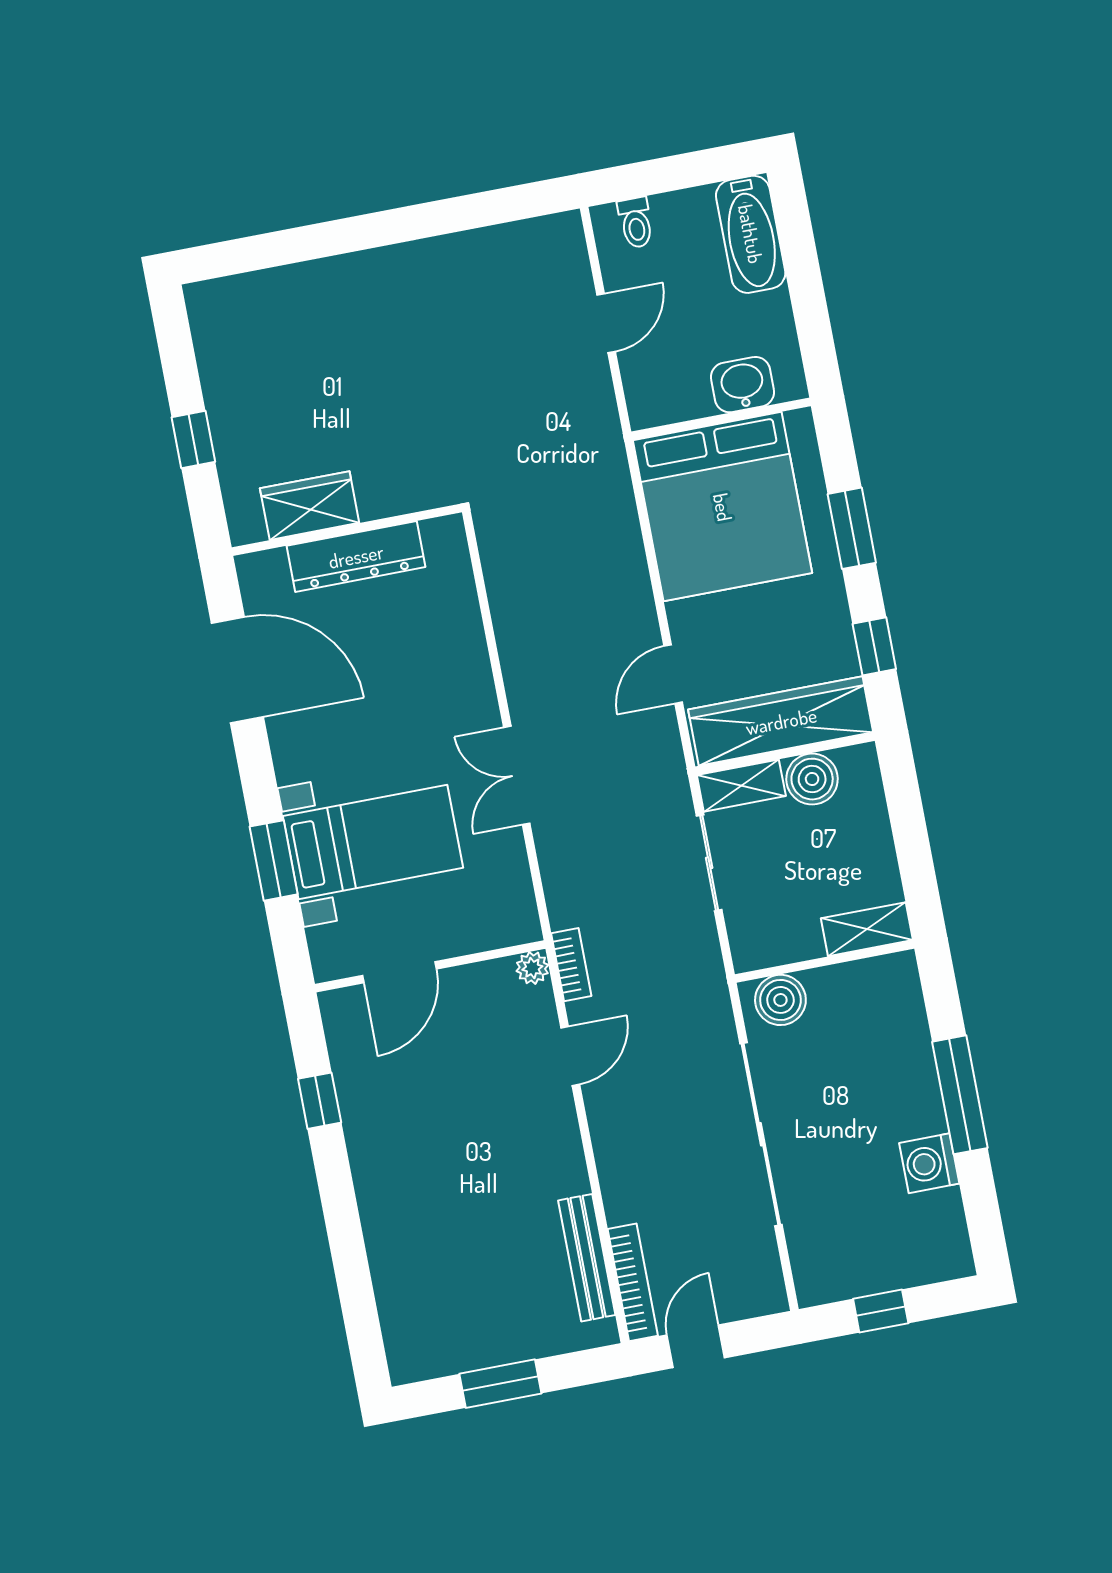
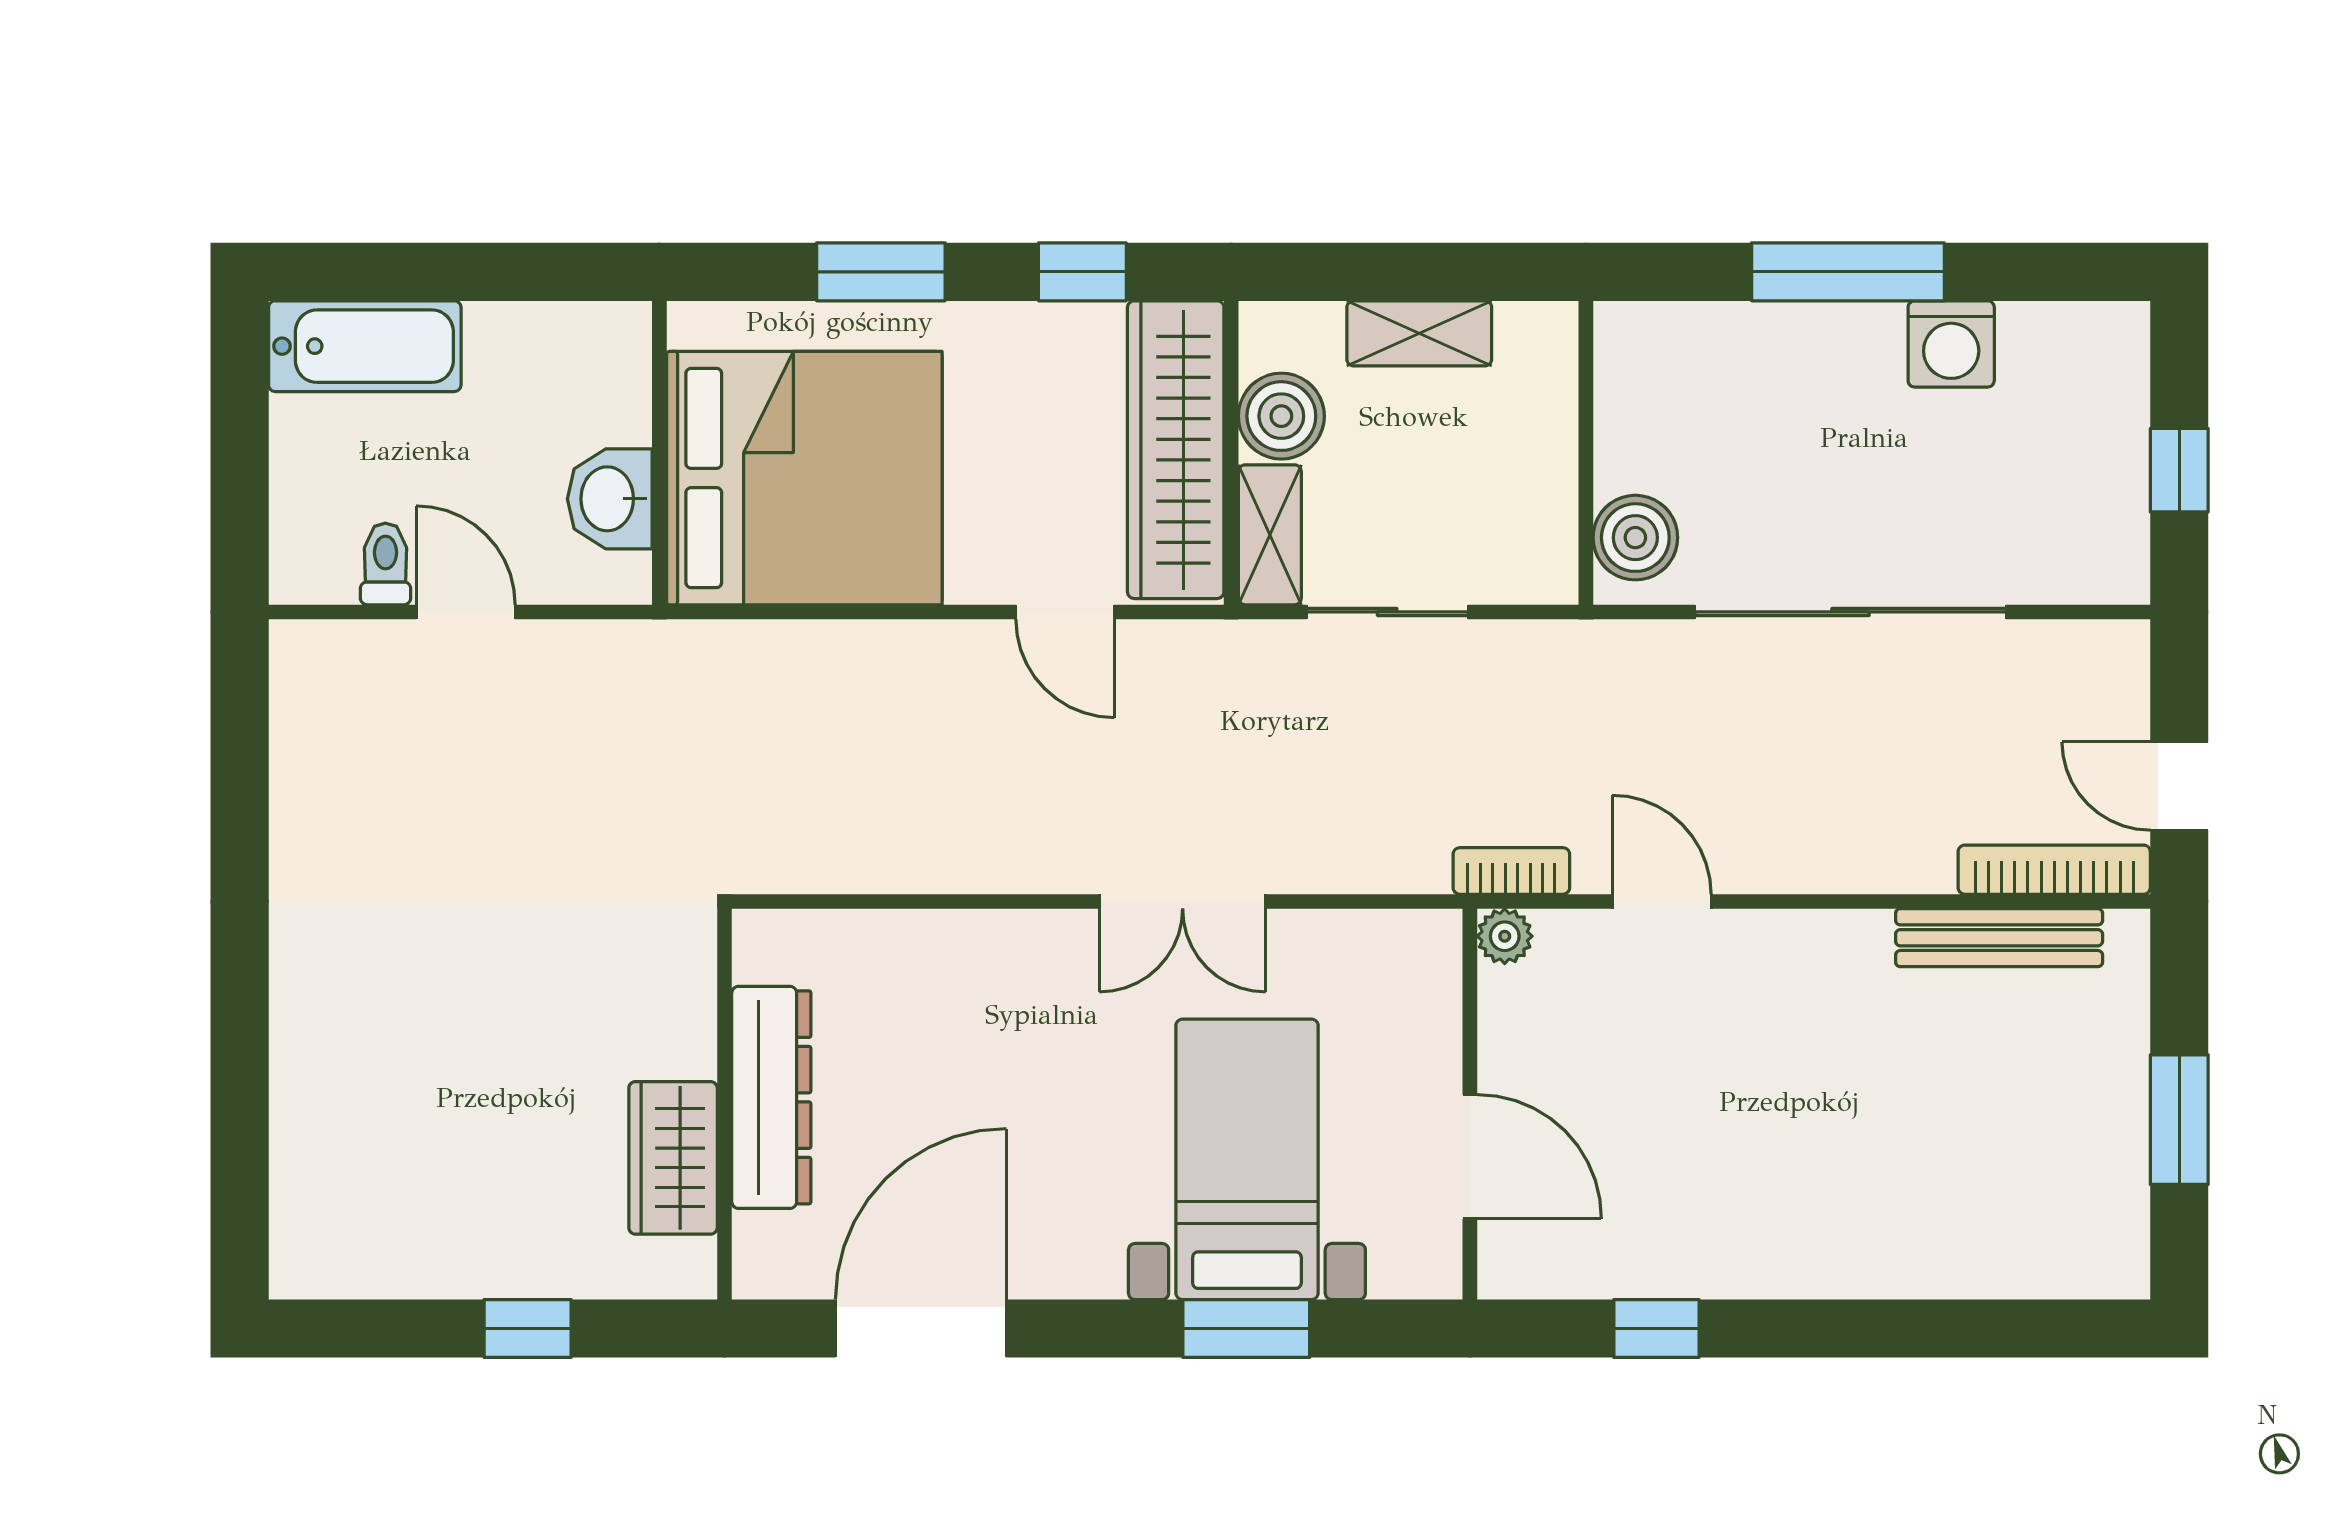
toilet: (636, 223) -> (385, 564), moved, turned -90
washbasin: (742, 385) -> (610, 499), moved
shelving: (867, 929) -> (1419, 333), moved, turned 90

